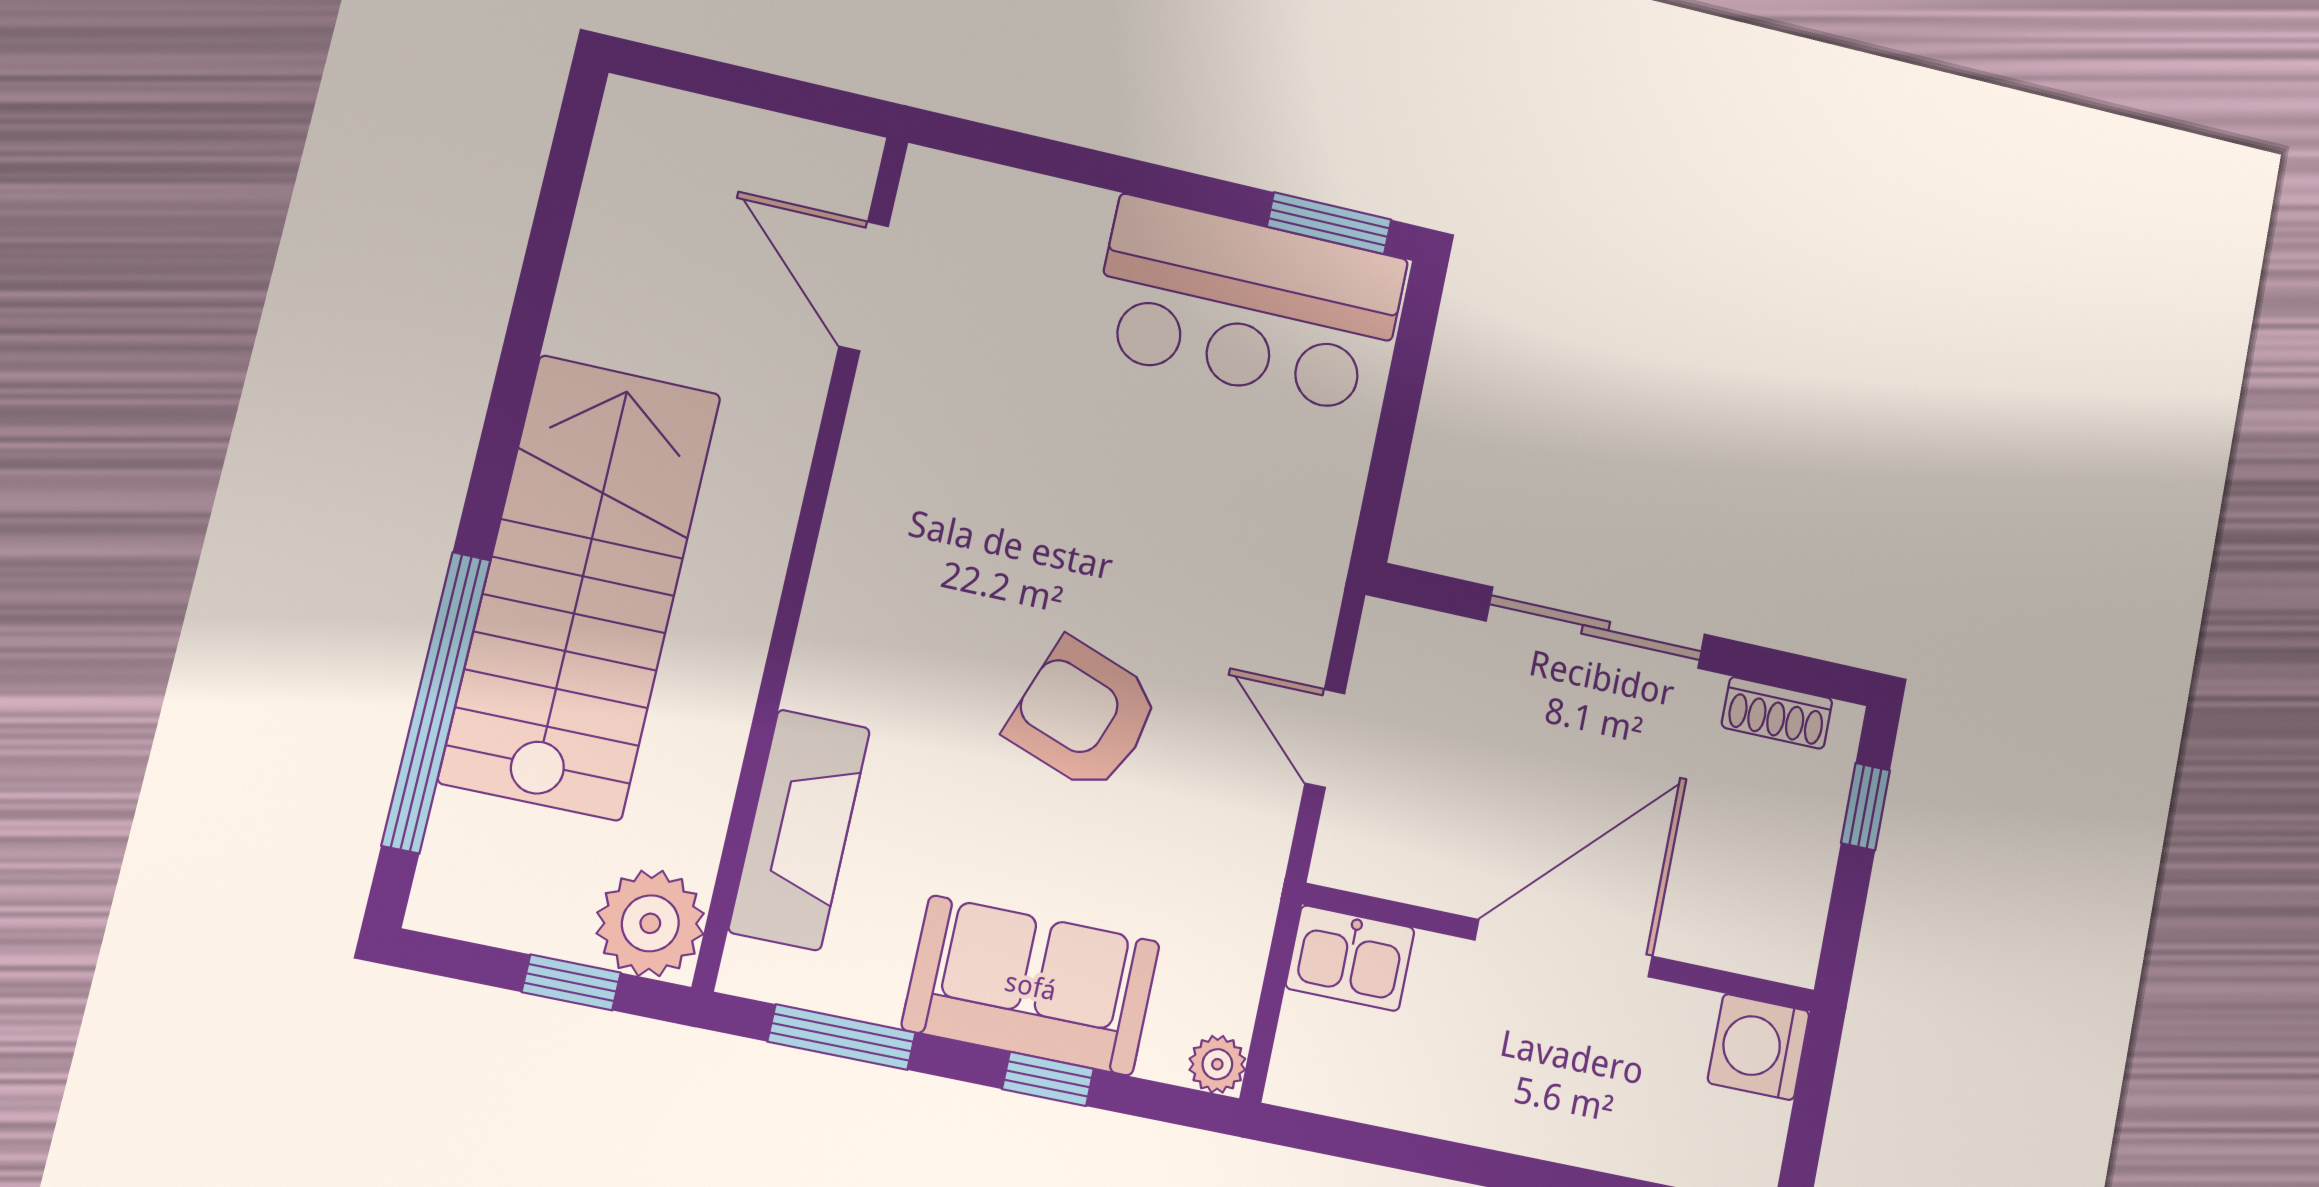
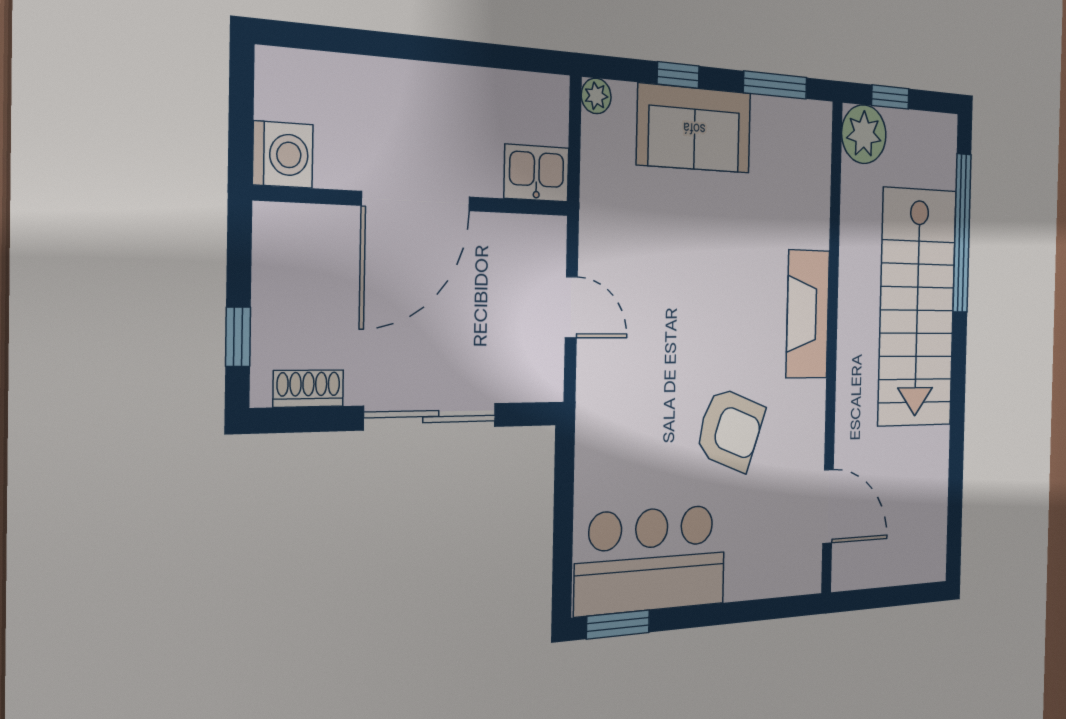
armchair: (1084, 715) -> (730, 429), moved
fireplace: (799, 830) -> (808, 314), moved

